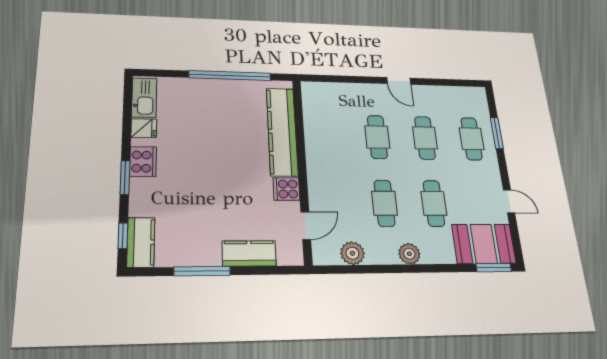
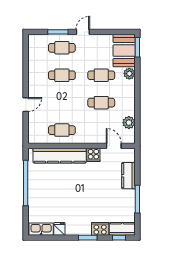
door: (399, 81) -> (26, 105), moved
cafe table: (377, 137) -> (62, 130), moved
cooker: (143, 162) -> (100, 229), moved
door: (509, 201) -> (83, 32), moved
plant: (409, 254) -> (129, 74), moved

